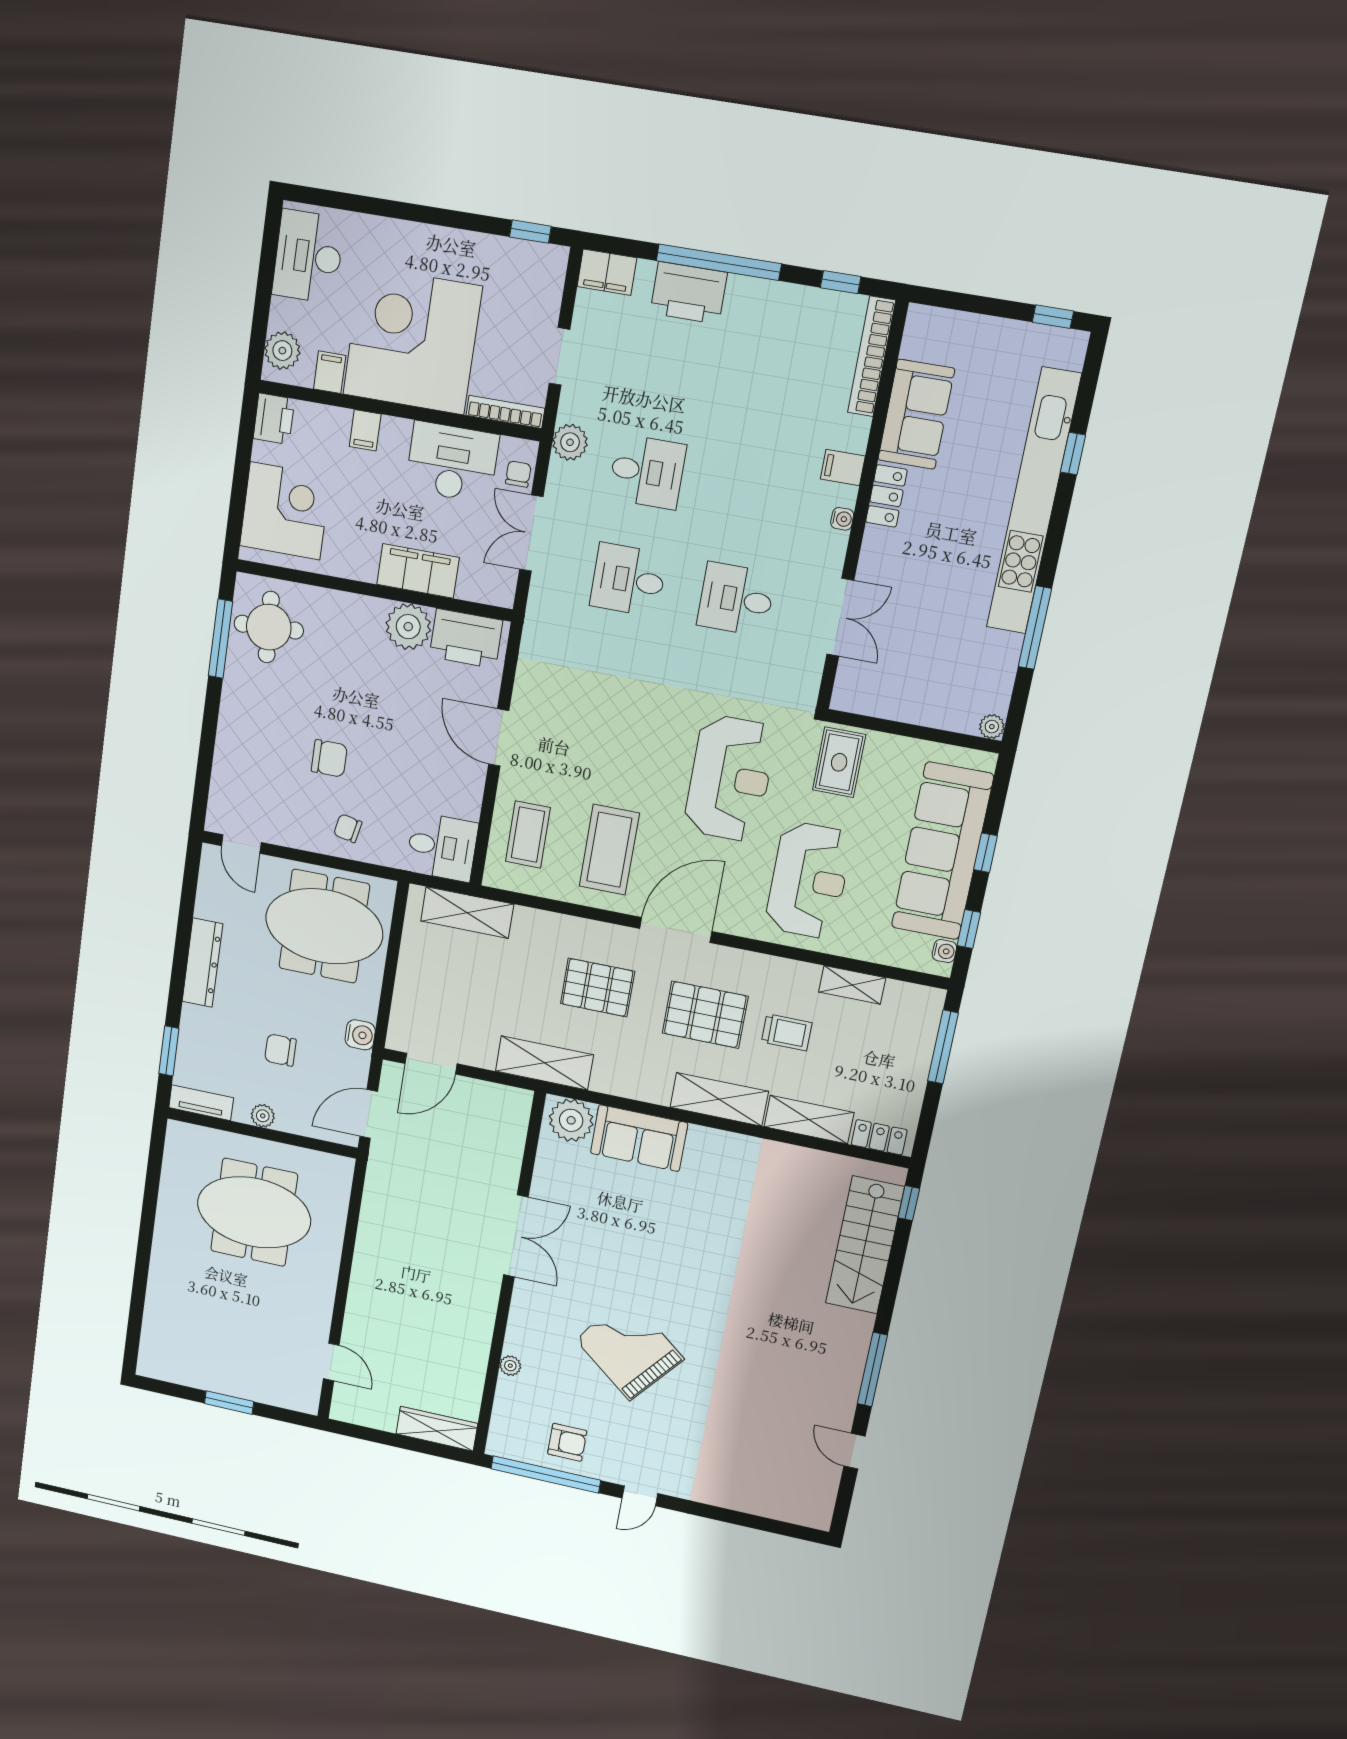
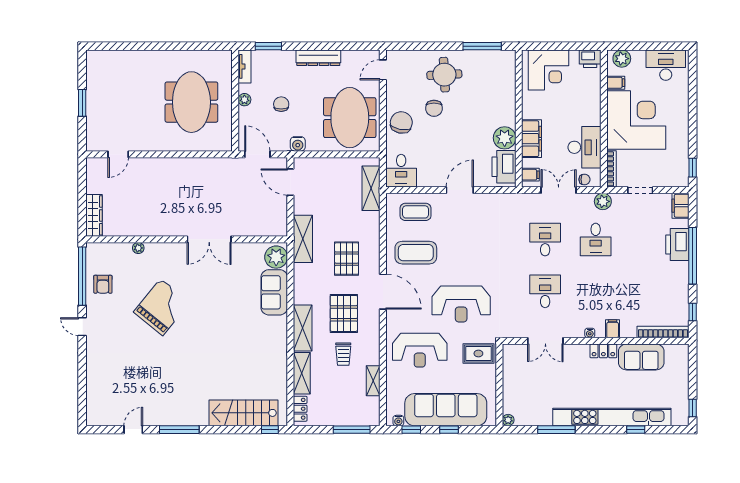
filing cabinet: (365, 430) -> (530, 175), moved, turned 180
round table: (269, 627) -> (444, 75), moved
chair: (348, 828) -> (401, 122), width x1.87, depth x1.87

